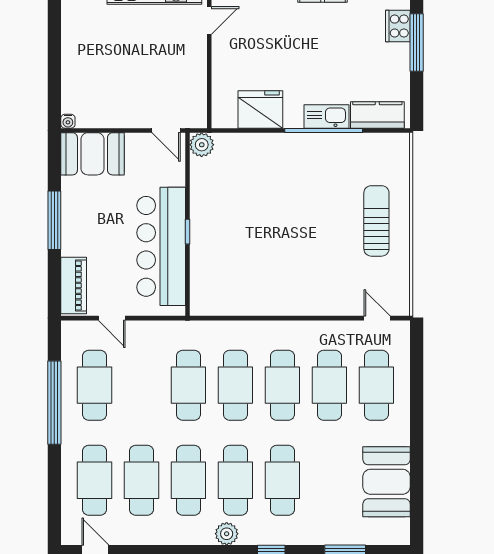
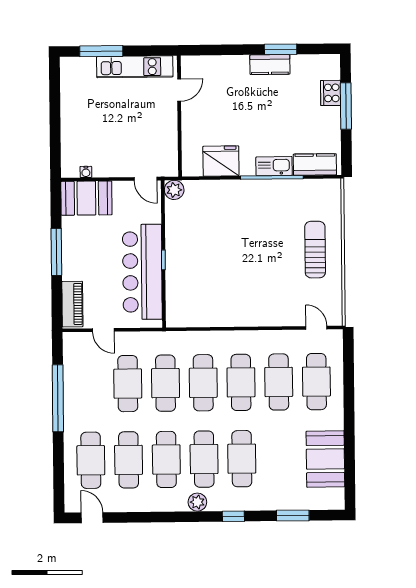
water cooler: (68, 121) -> (86, 172), moved
cafe table: (94, 385) -> (128, 384), moved

